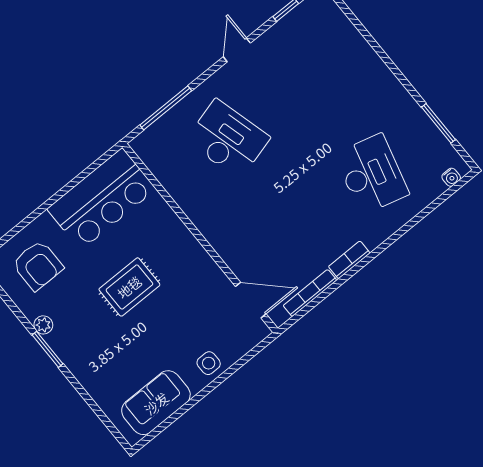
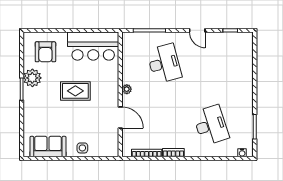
door: (237, 50) -> (197, 30), swing flipped
desk: (372, 174) -> (211, 125), turned -33
plant: (203, 222) -> (127, 89), added
door: (251, 300) -> (120, 118), moved
plant: (43, 325) -> (32, 78), width x1.88, depth x1.88

